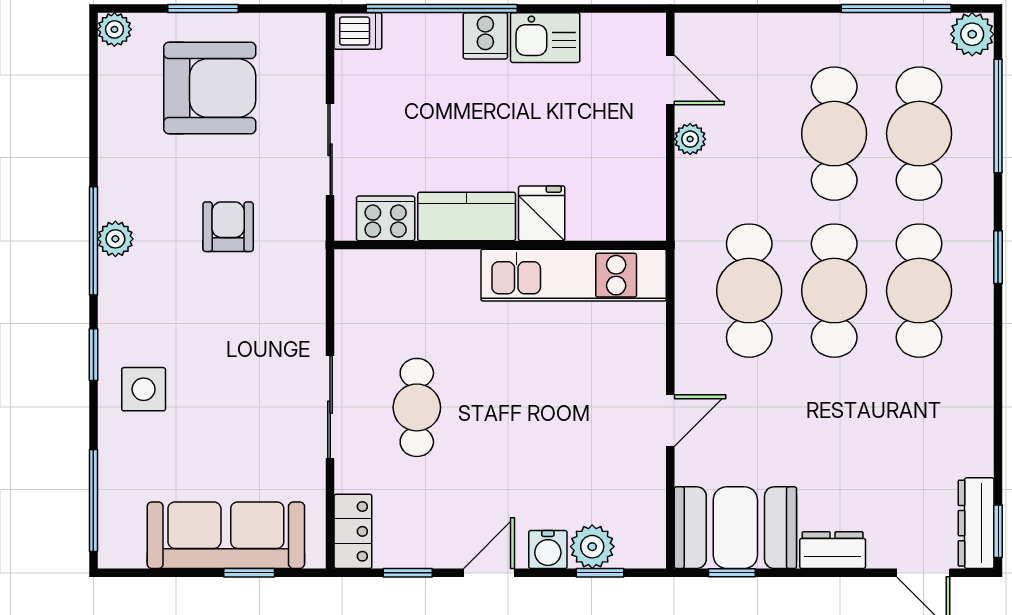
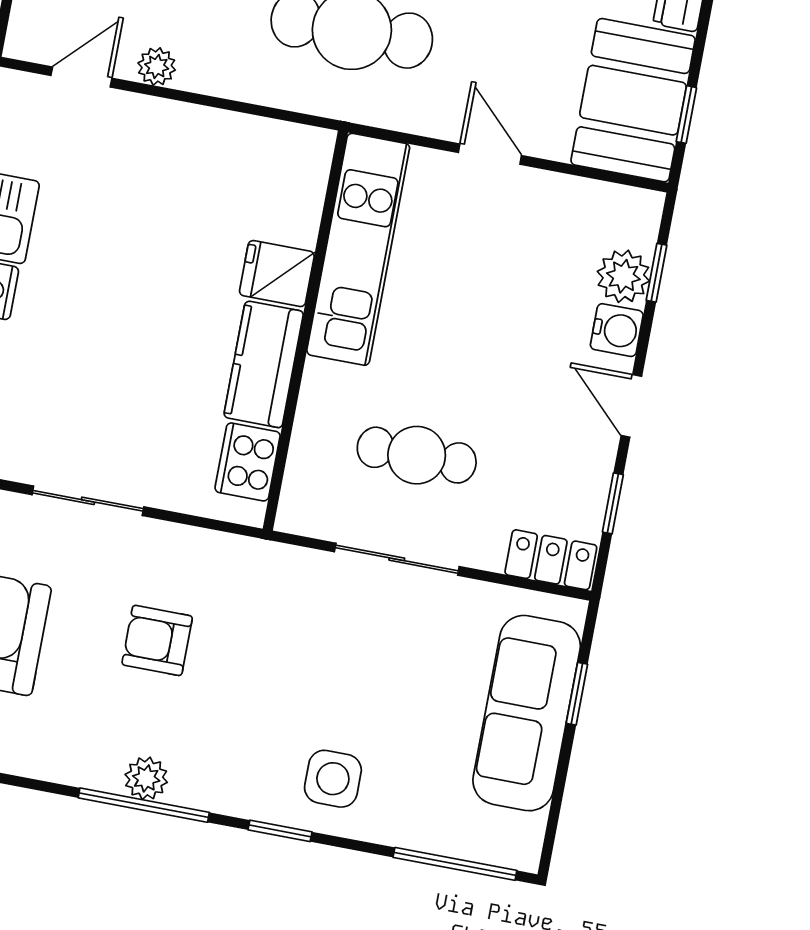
fridge: (542, 213) -> (277, 274), moved
kitchen counter: (467, 216) -> (264, 364), moved
cooker: (386, 218) -> (248, 462), moved
wall: (500, 245) -> (305, 331), moved
kitchen unit: (574, 275) -> (358, 249), moved

